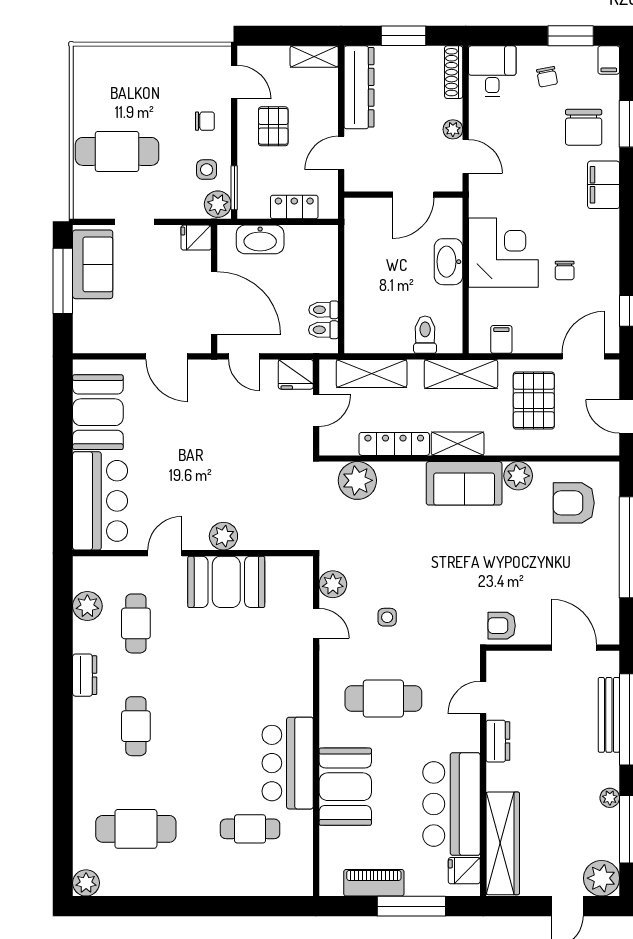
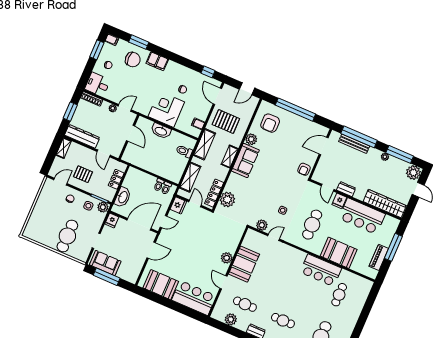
locker: (394, 444) -> (214, 193), moved
fridge: (464, 871) -> (339, 201), moved

